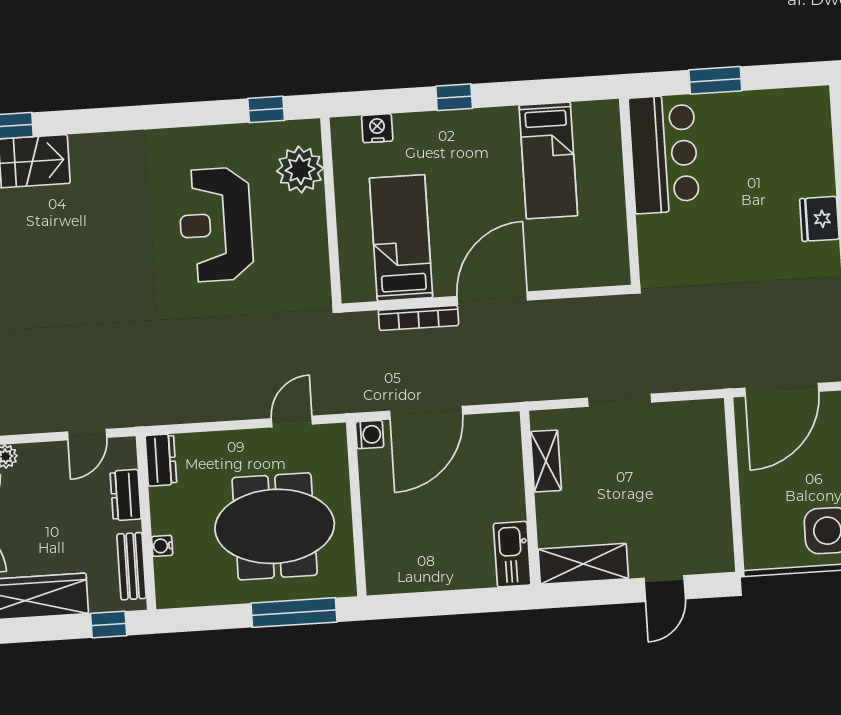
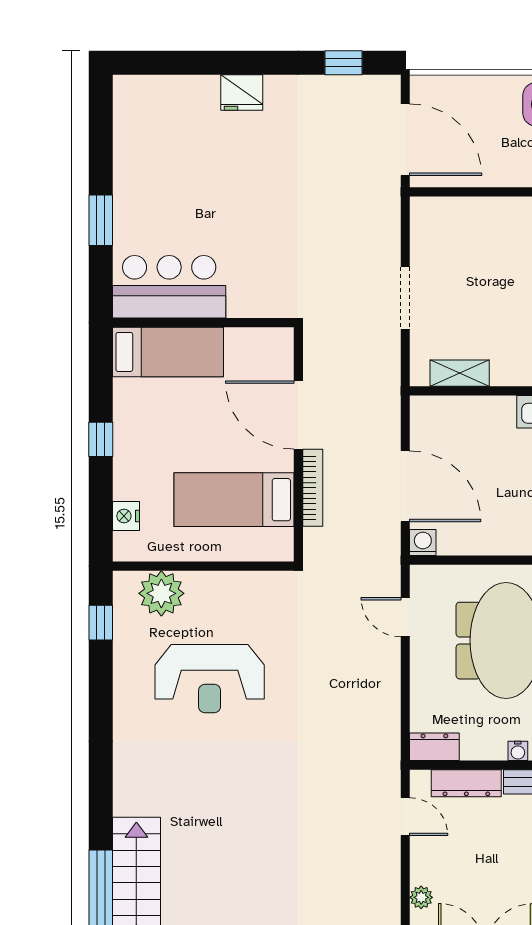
window: (715, 80) -> (101, 220), moved
bar counter: (664, 154) -> (169, 287), moved
wall: (630, 191) -> (203, 323), moved
dresser: (126, 495) -> (466, 783), width x1.44

